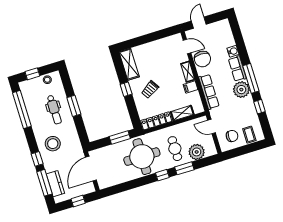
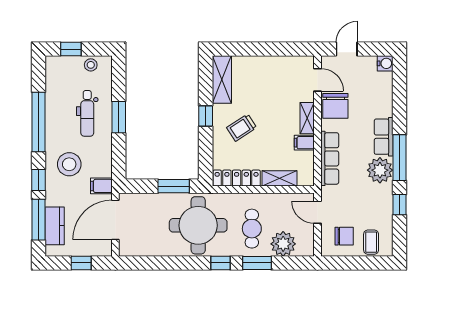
water cooler: (233, 51) -> (385, 63), moved
window: (22, 110) -> (39, 122), moved
filing cabinet: (76, 151) -> (101, 186), added

